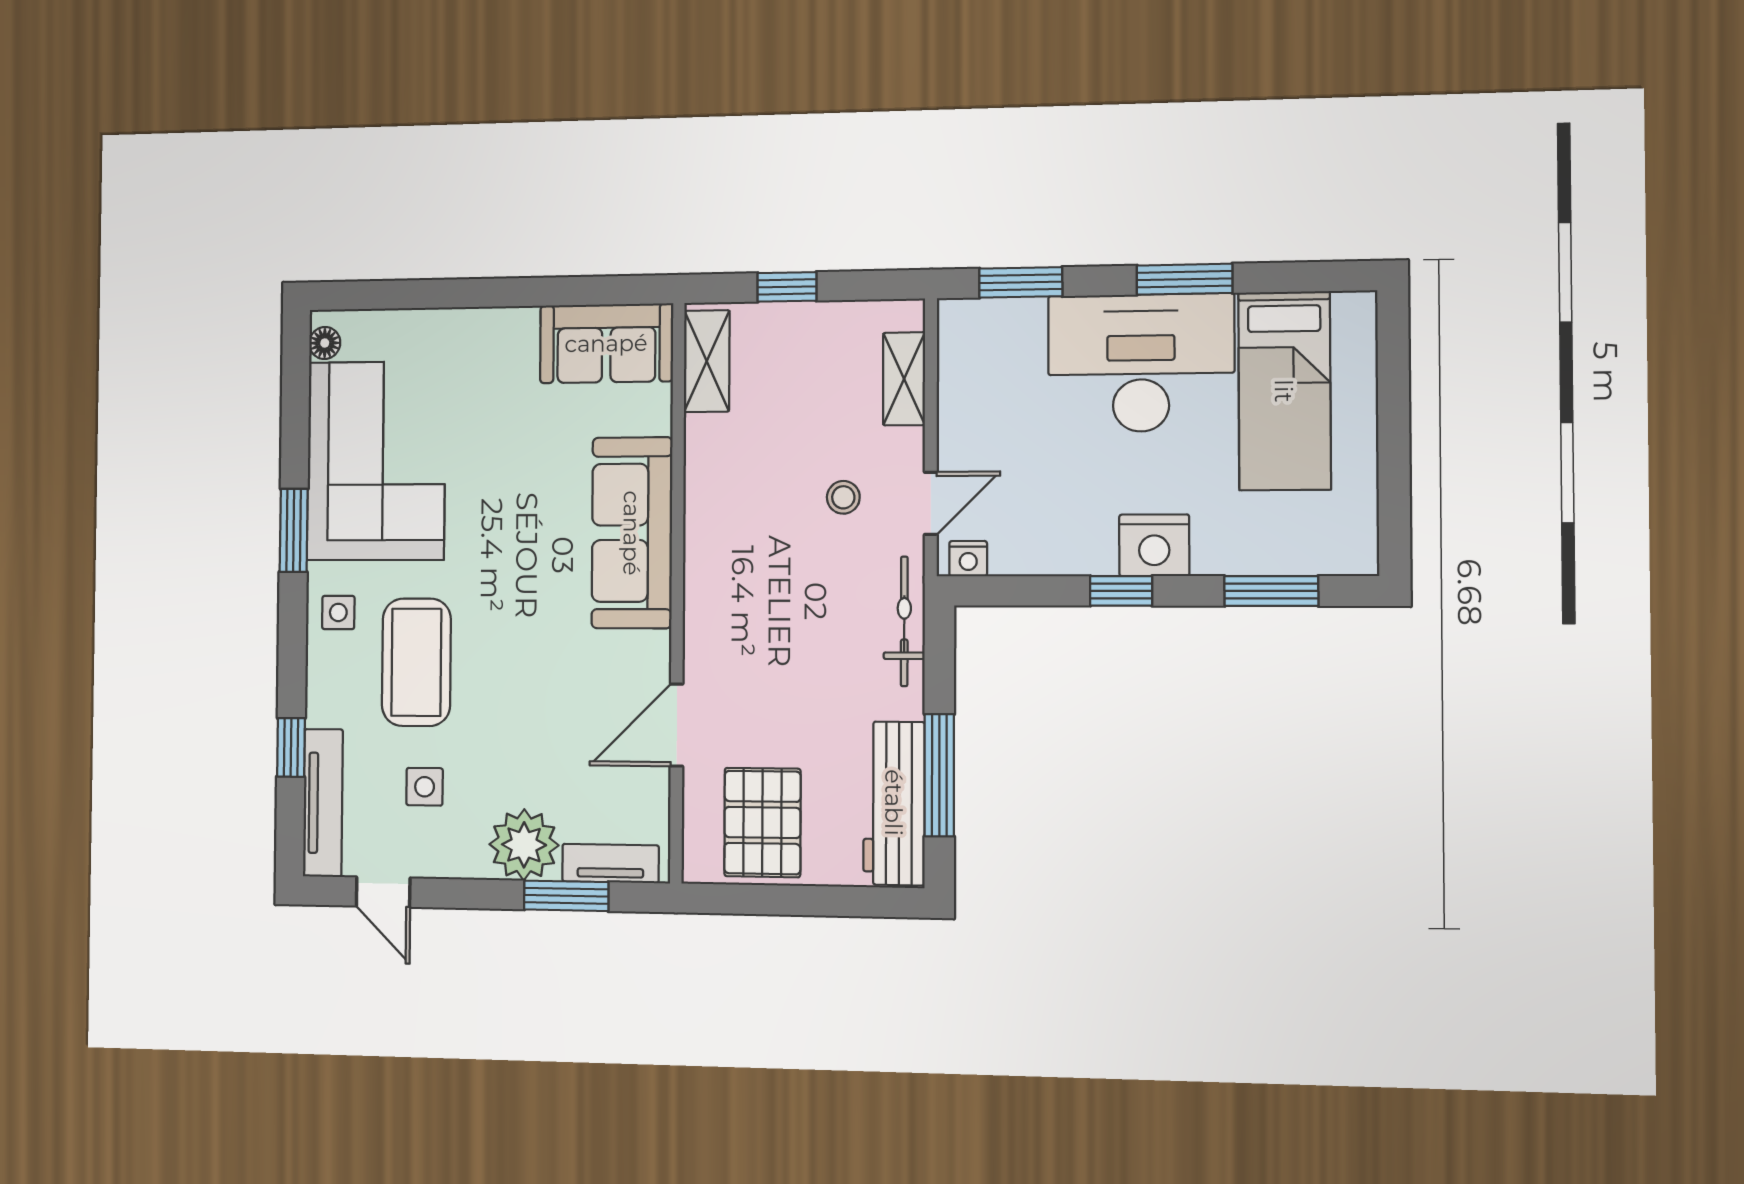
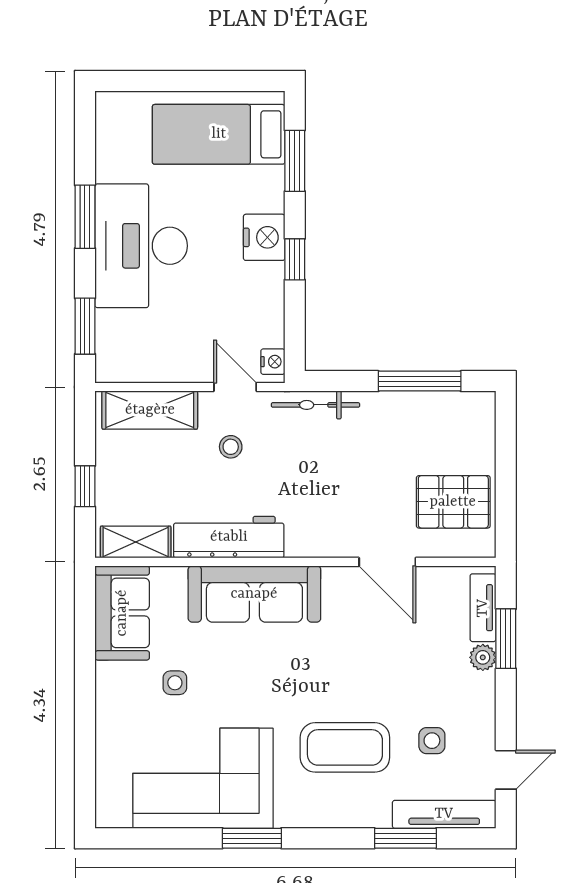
floor lamp: (325, 343) -> (119, 817), removed
shelving: (904, 379) -> (150, 410), width x1.50, depth x1.33
bed: (1284, 391) -> (219, 134), moved, turned 180
side table: (338, 612) -> (175, 683), moved
window: (291, 747) -> (405, 838), width x1.50
workbench: (894, 803) -> (229, 537), moved, turned 180
plant: (524, 845) -> (483, 657), width x0.53, depth x0.53

